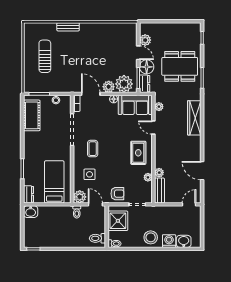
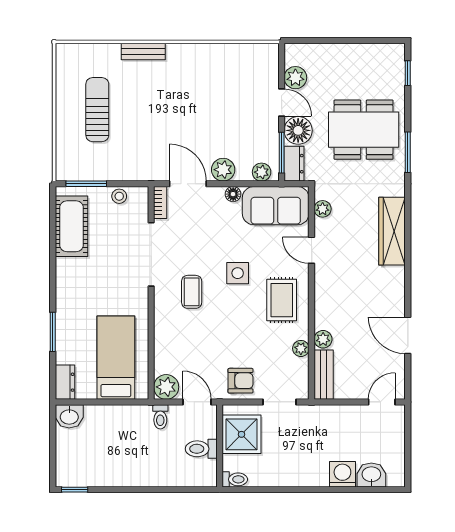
plant: (124, 84) -> (262, 172), width x0.53, depth x0.53
side table: (90, 174) -> (238, 273), moved
stool: (151, 237) -> (306, 467), removed
toilet: (97, 238) -> (201, 449), moved

